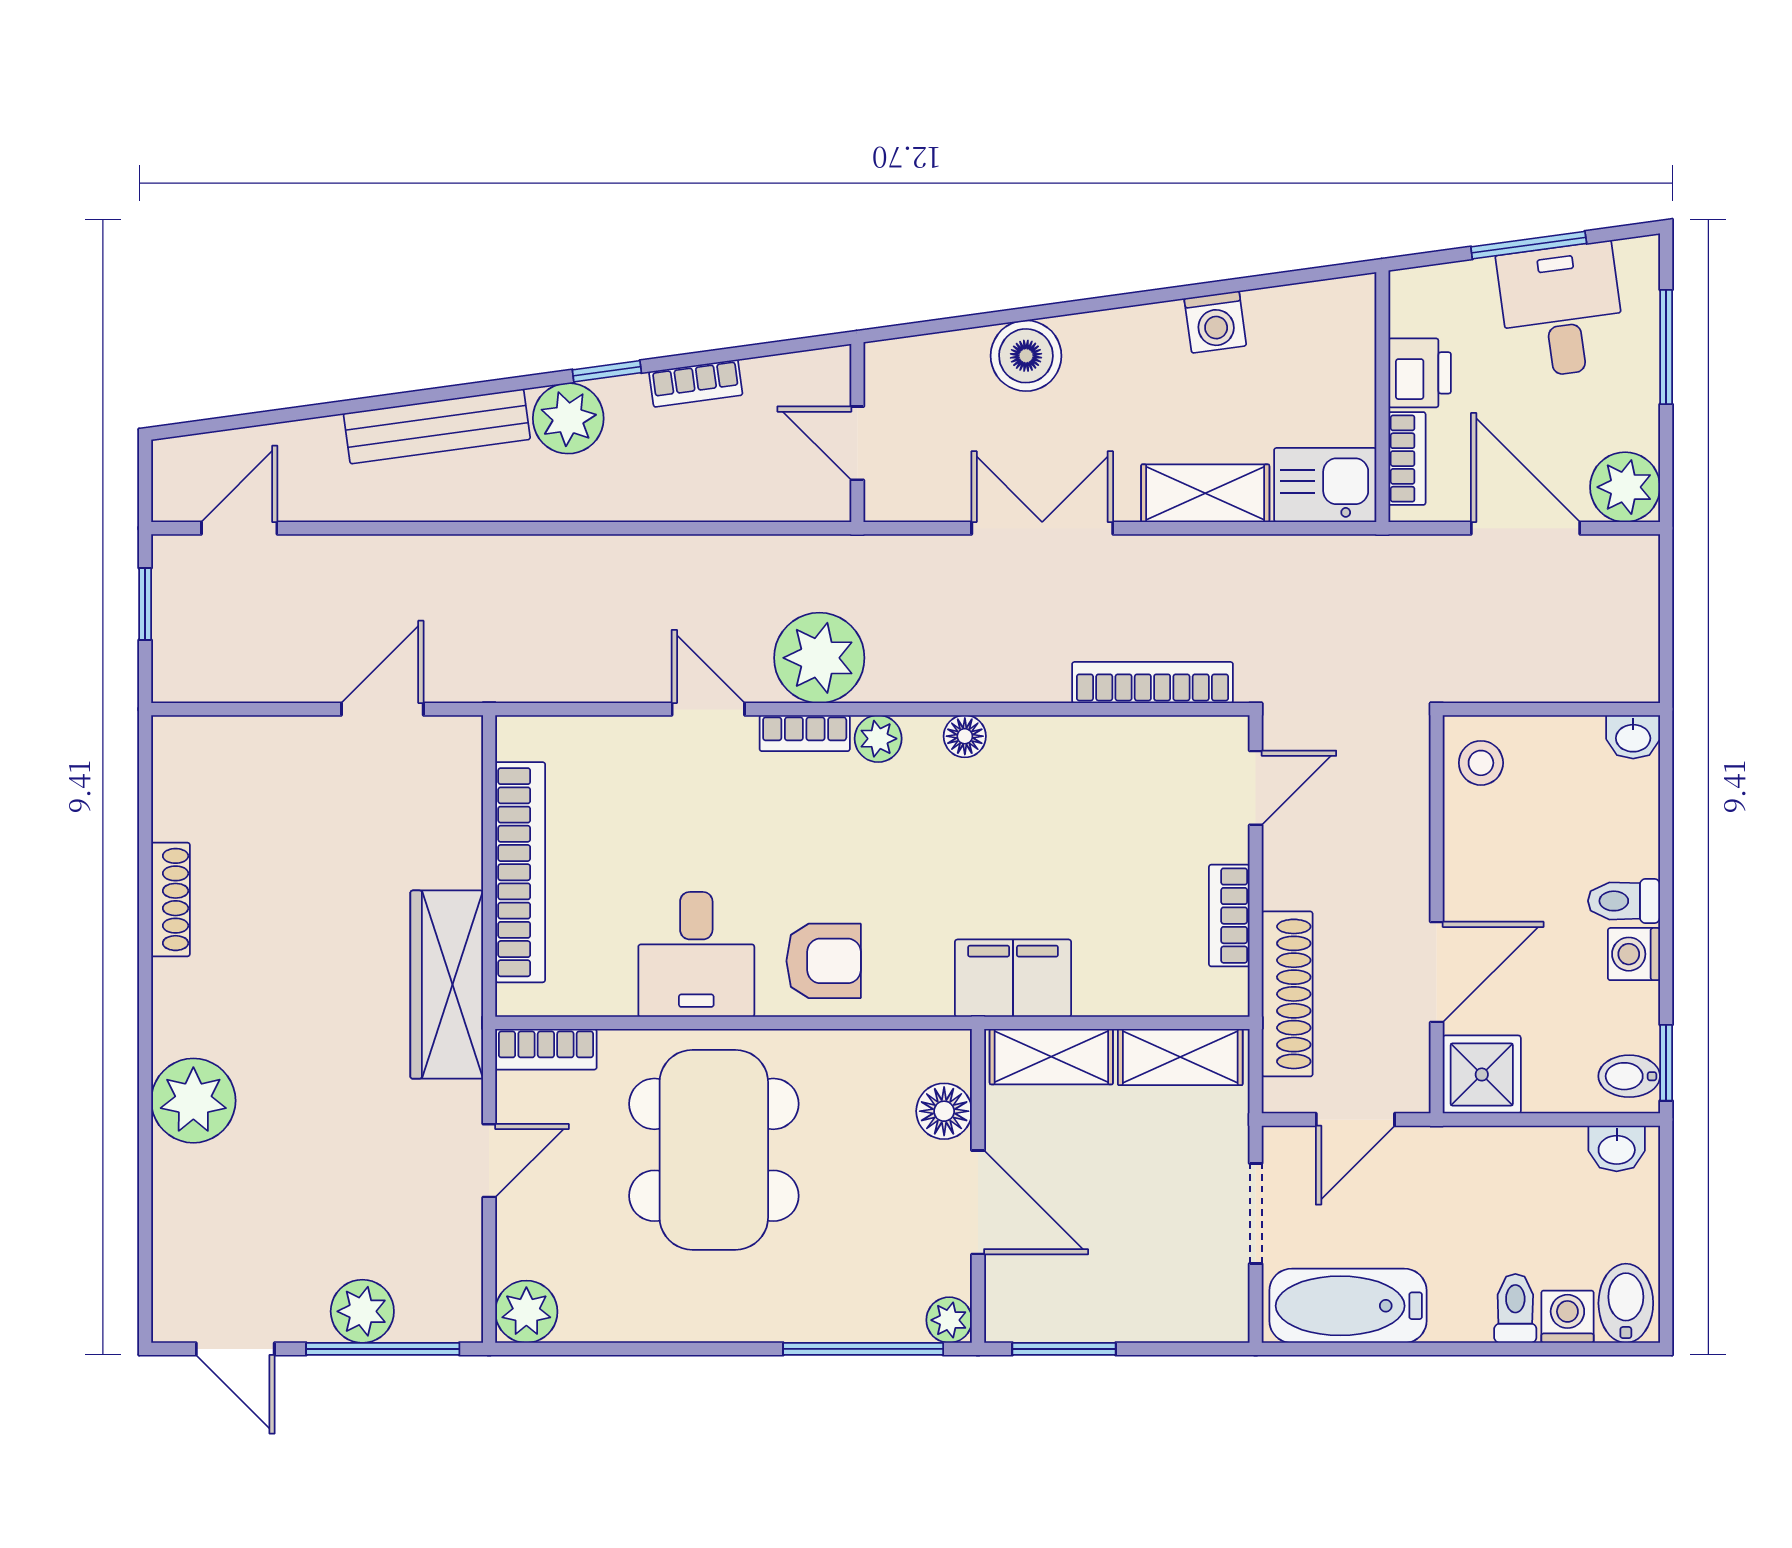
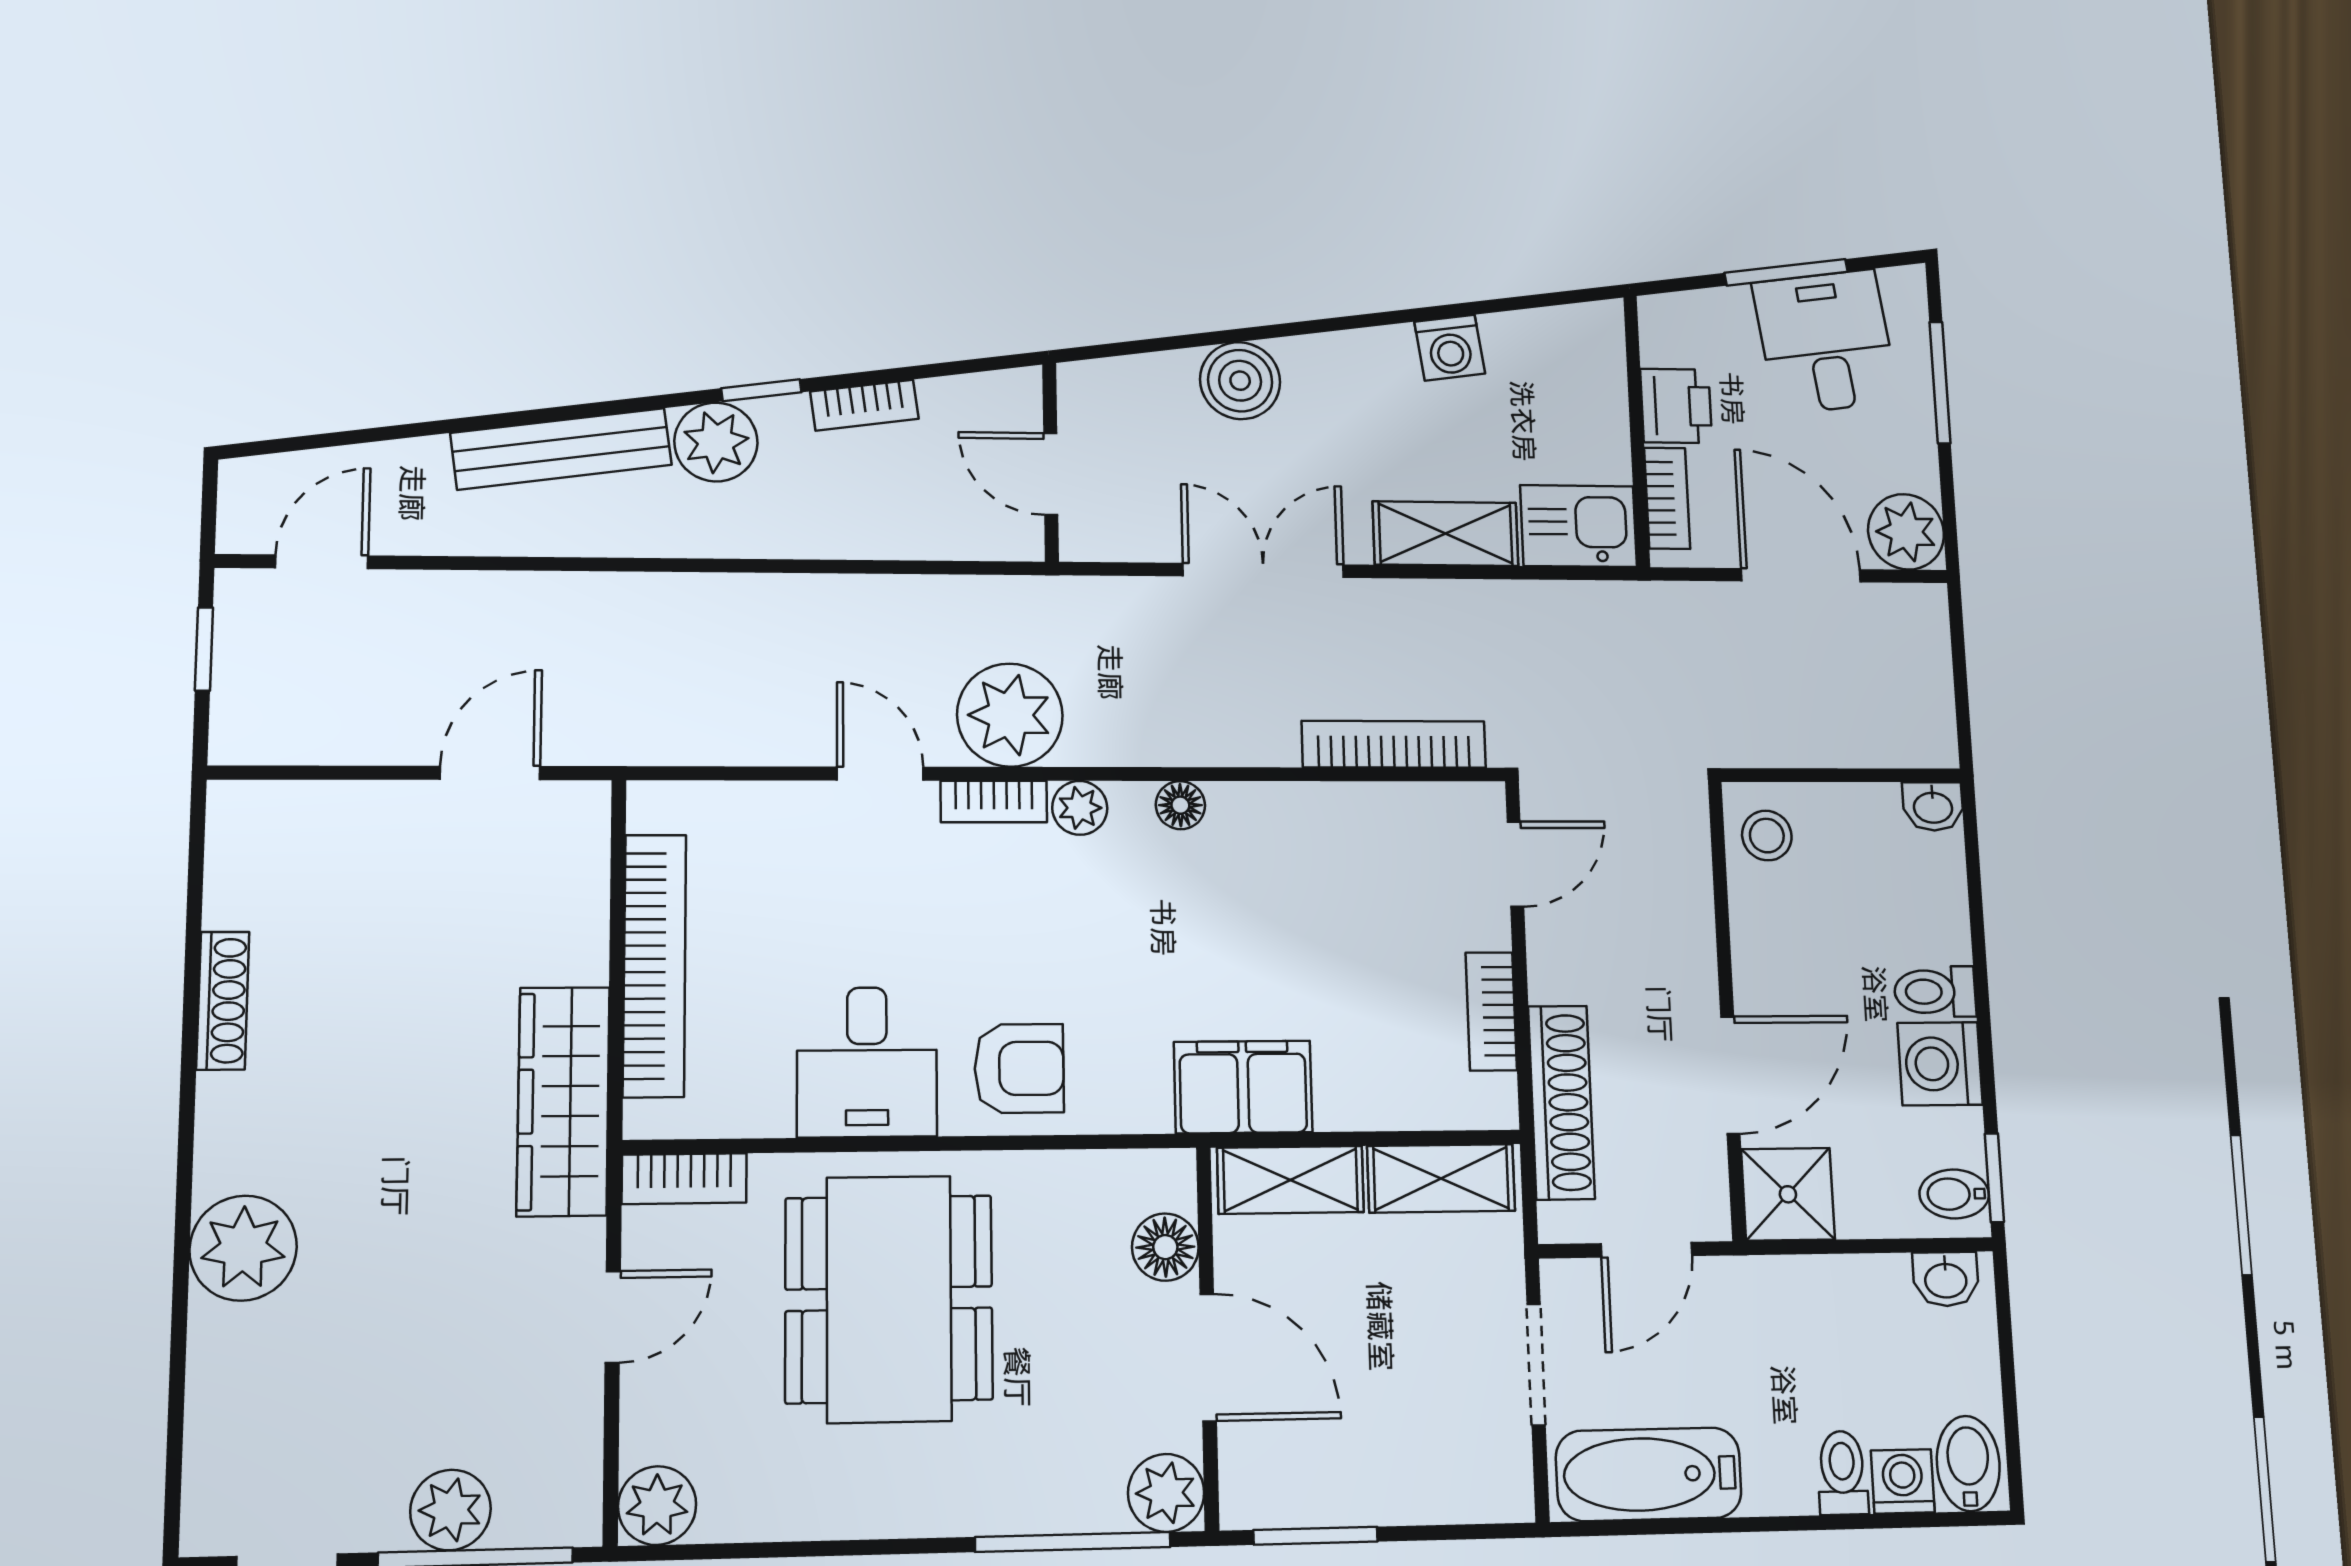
washing machine: (1634, 954) -> (1940, 1064), width x1.38, depth x1.38
plant: (949, 1320) -> (1166, 1493), width x1.38, depth x1.38

